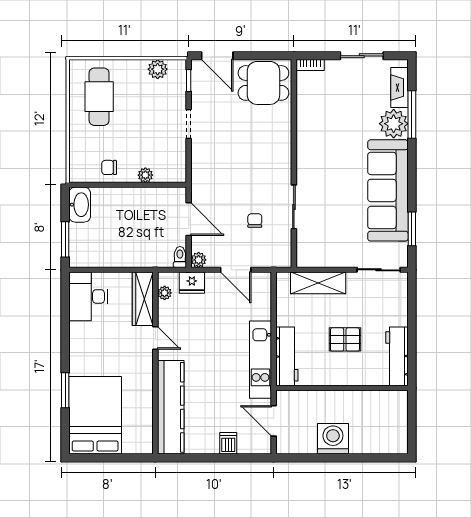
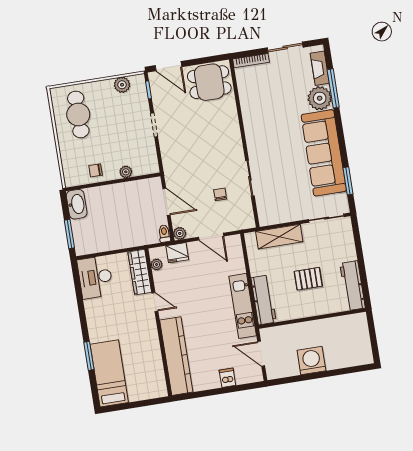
bookcase: (310, 65) -> (251, 61), width x1.56
bed: (95, 415) -> (109, 373), width x0.67

